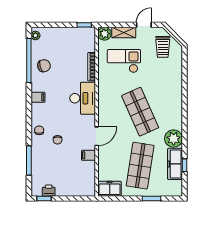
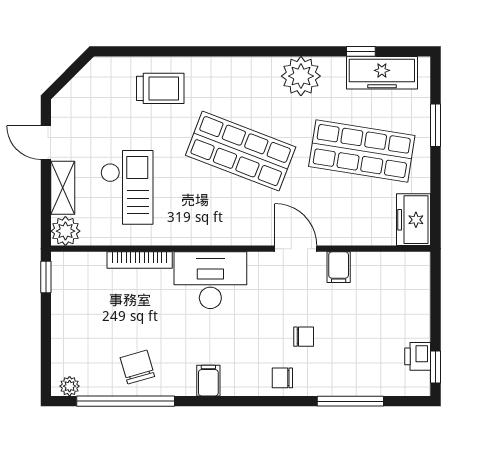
trolley: (163, 47) -> (160, 88), moved
checkout: (124, 61) -> (127, 187), turned 180
shop shelf: (140, 112) -> (241, 151), turned 45
freezer: (175, 164) -> (382, 73), moved

